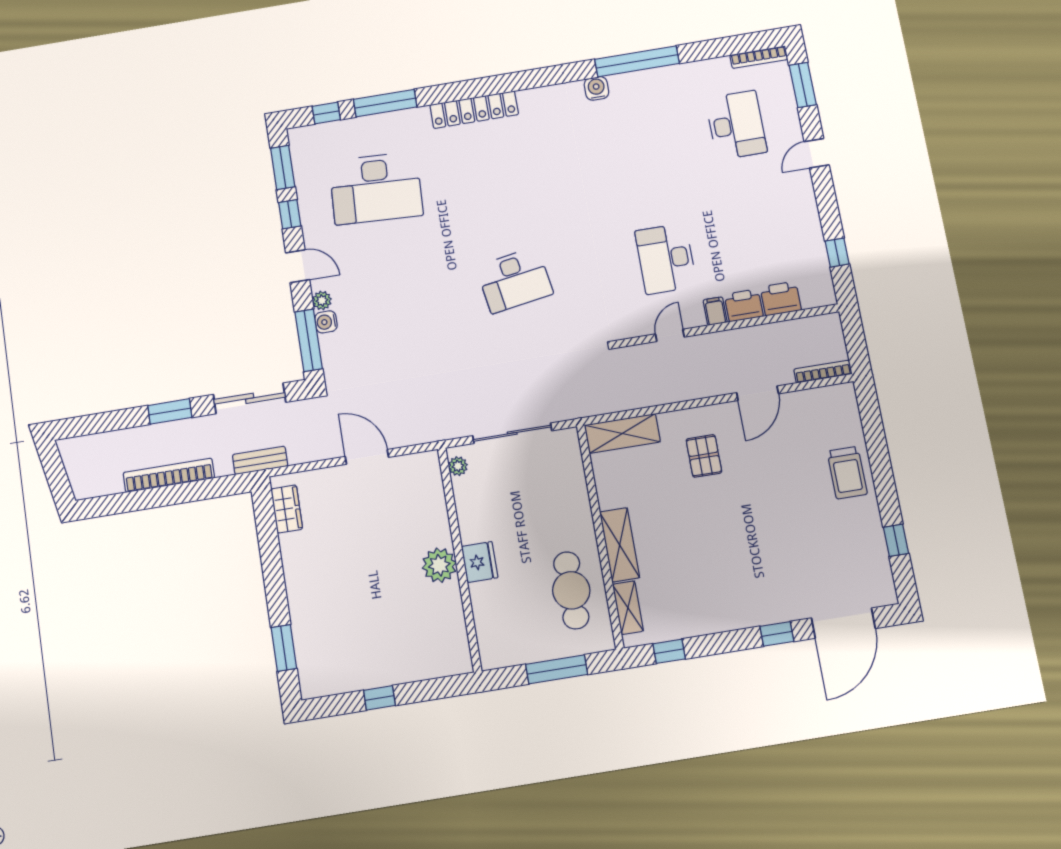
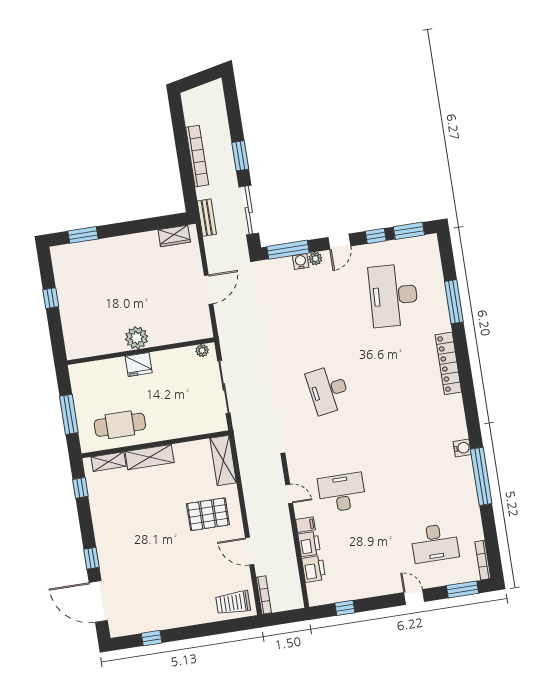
window: (326, 113) -> (447, 261), removed
pallet: (704, 456) -> (208, 514), width x1.50, depth x1.42
trolley: (847, 473) -> (233, 603), moved

